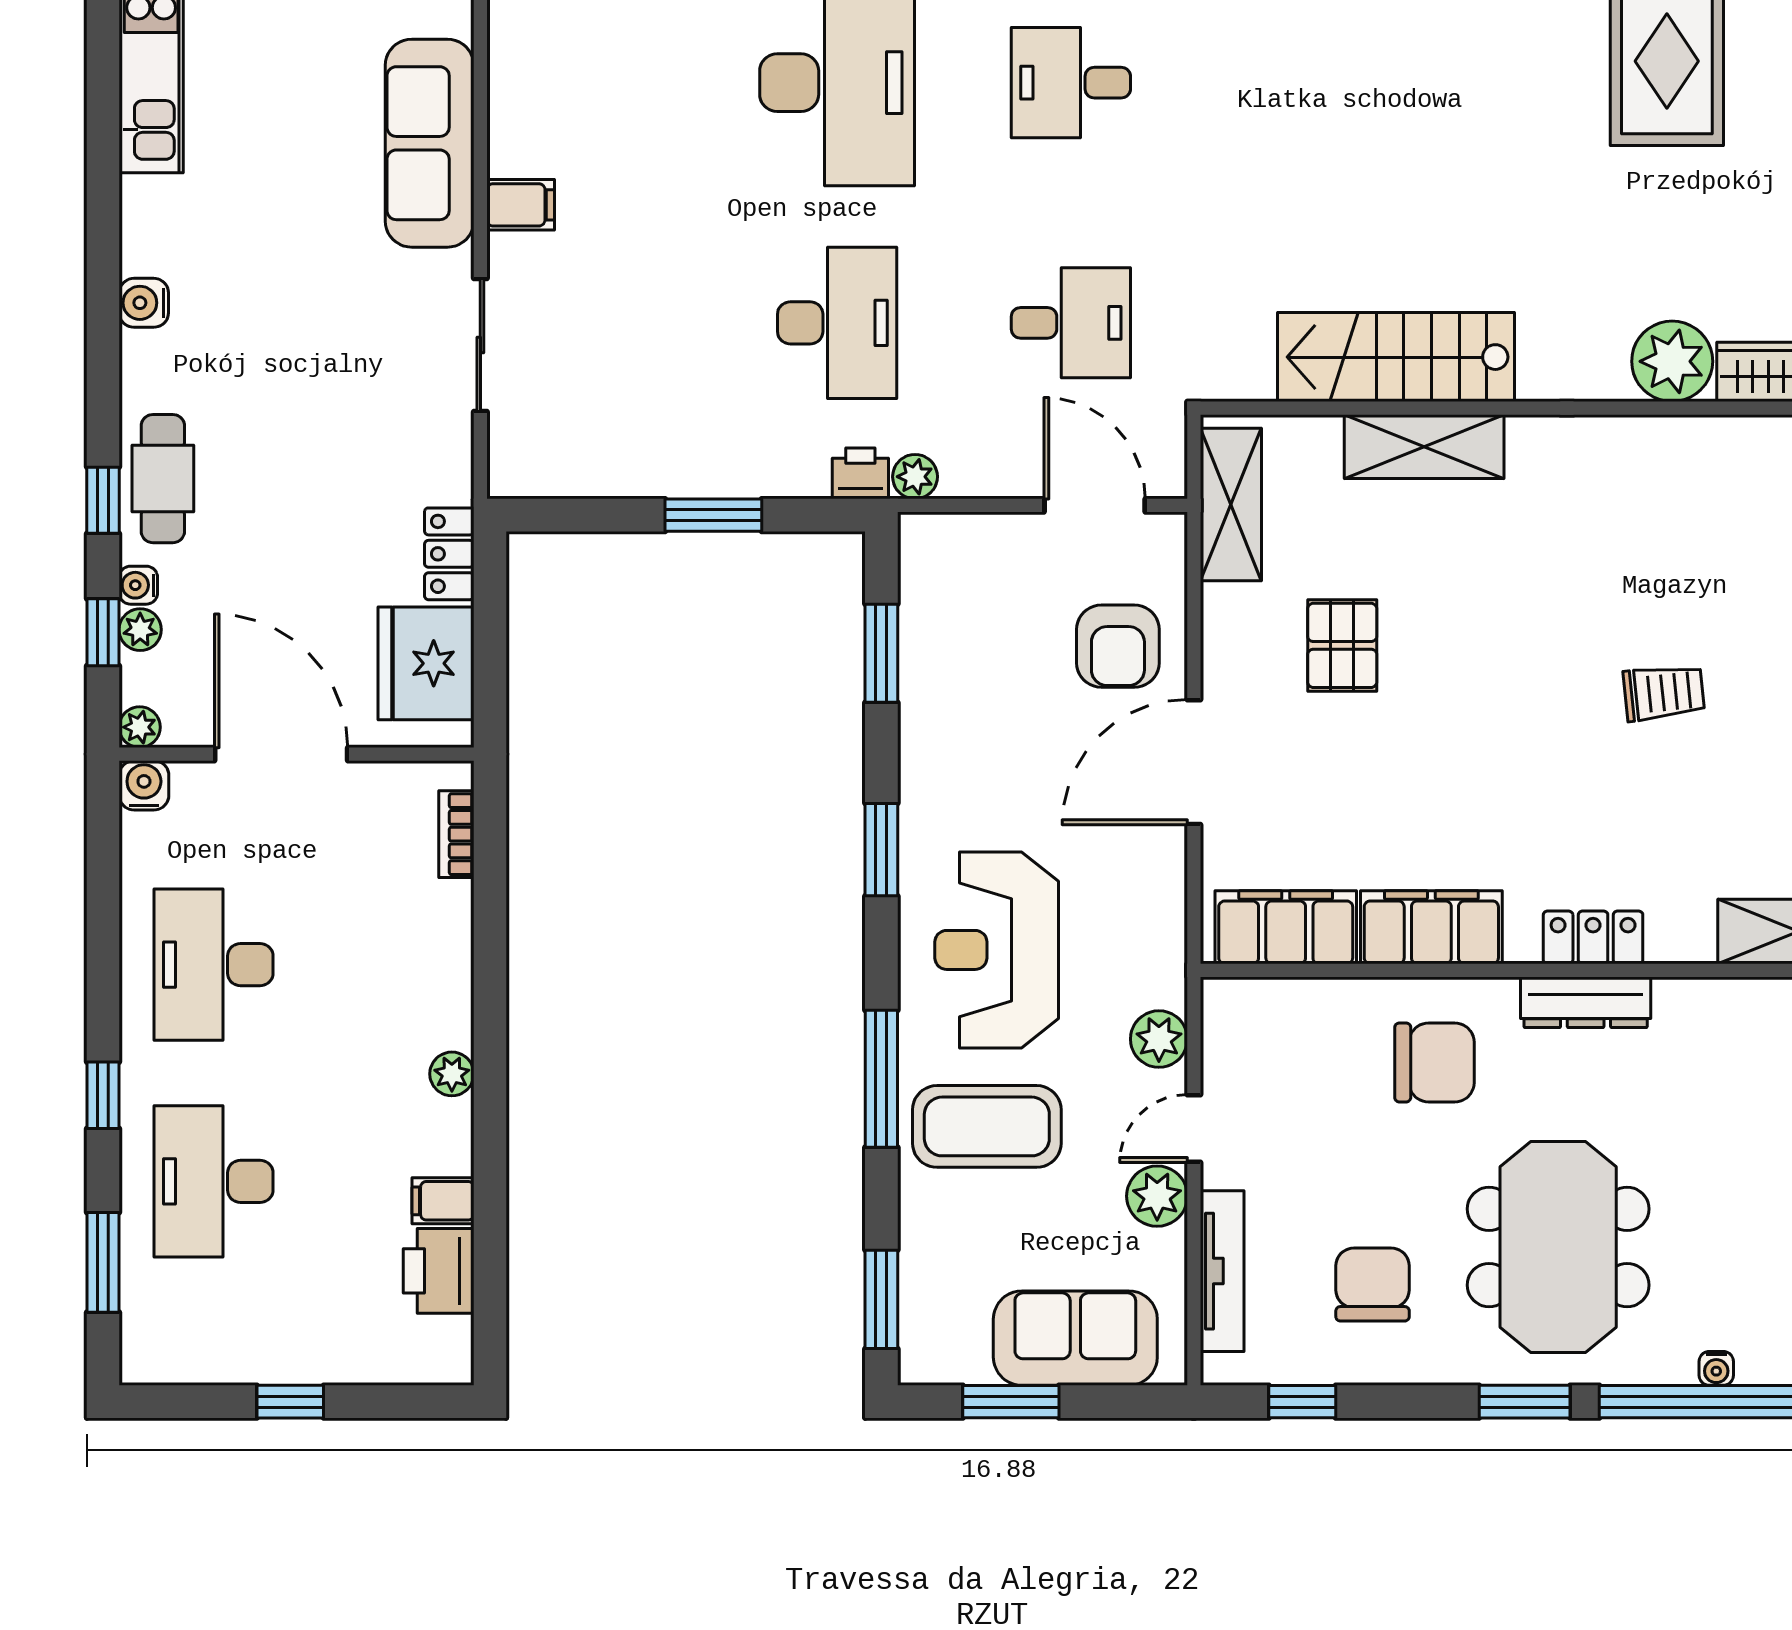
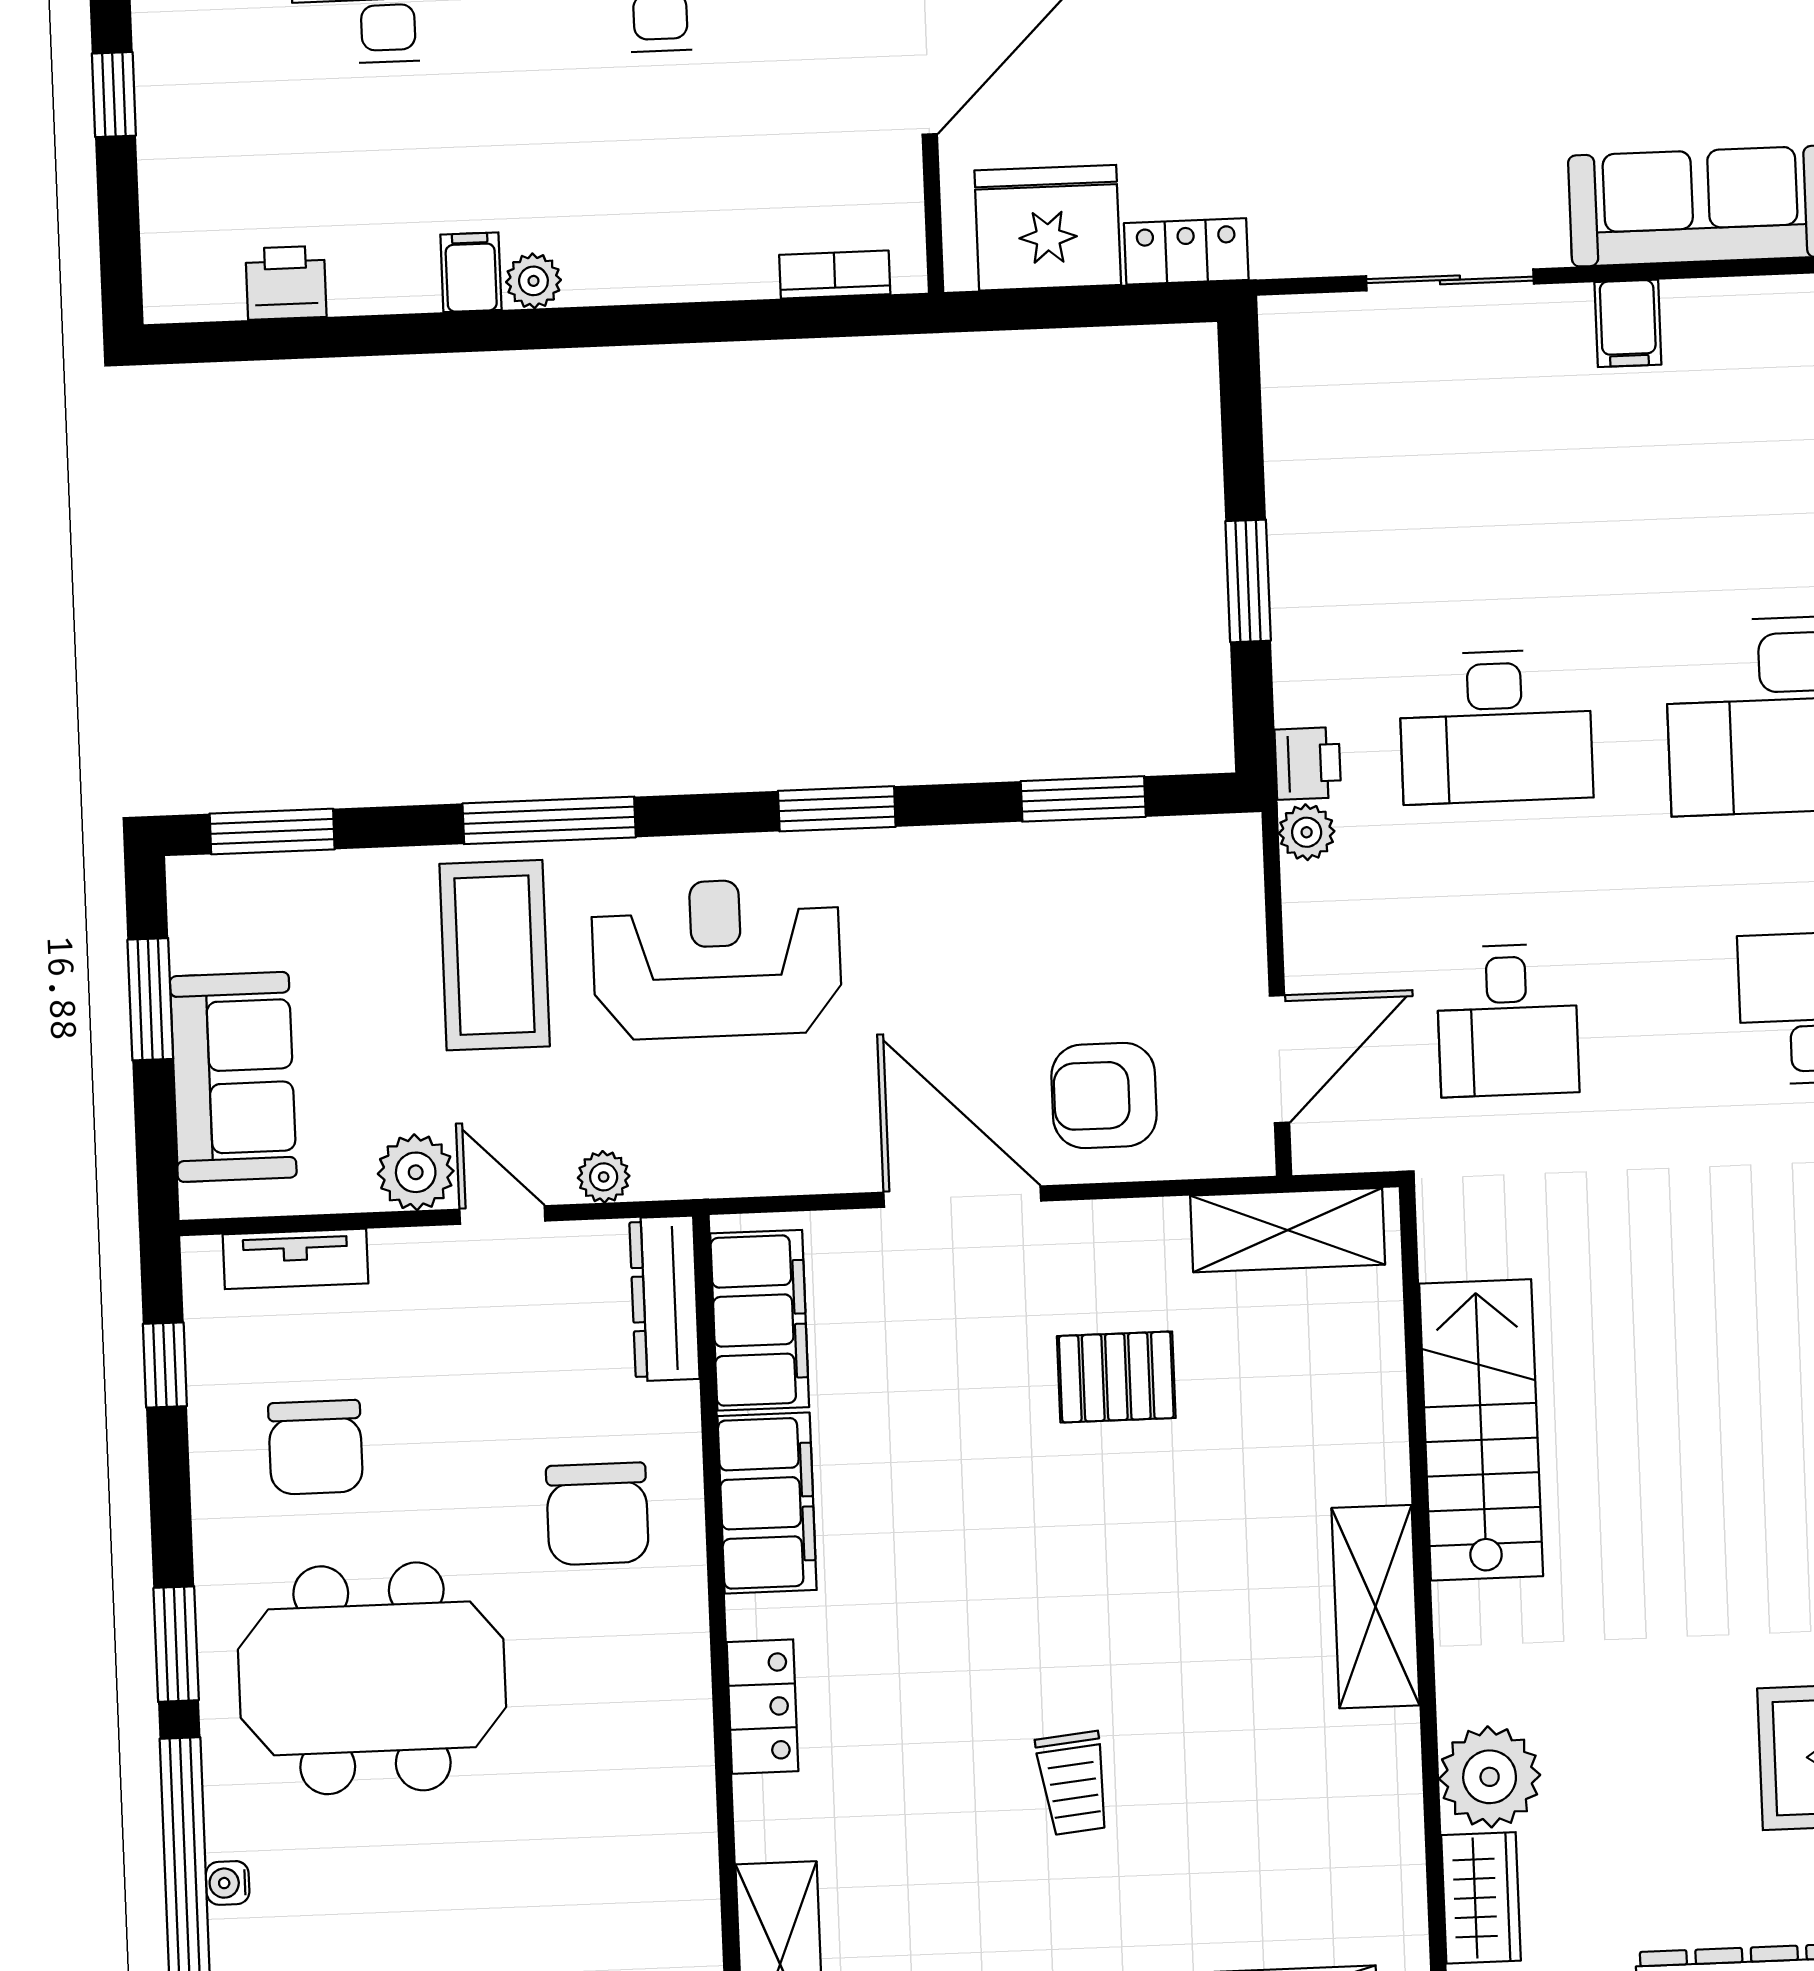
shelving: (1424, 447) -> (1376, 1607), moved
dresser: (1586, 1002) -> (664, 1298), moved
plant: (1159, 1039) -> (604, 1177), width x0.73, depth x0.73
filing cabinet: (443, 1201) -> (471, 272), moved
printer: (439, 1271) -> (286, 283), width x0.73, depth x0.81
tv unit: (1222, 1271) -> (295, 1259), width x0.71
chair: (1373, 1285) -> (316, 1447), turned 90

